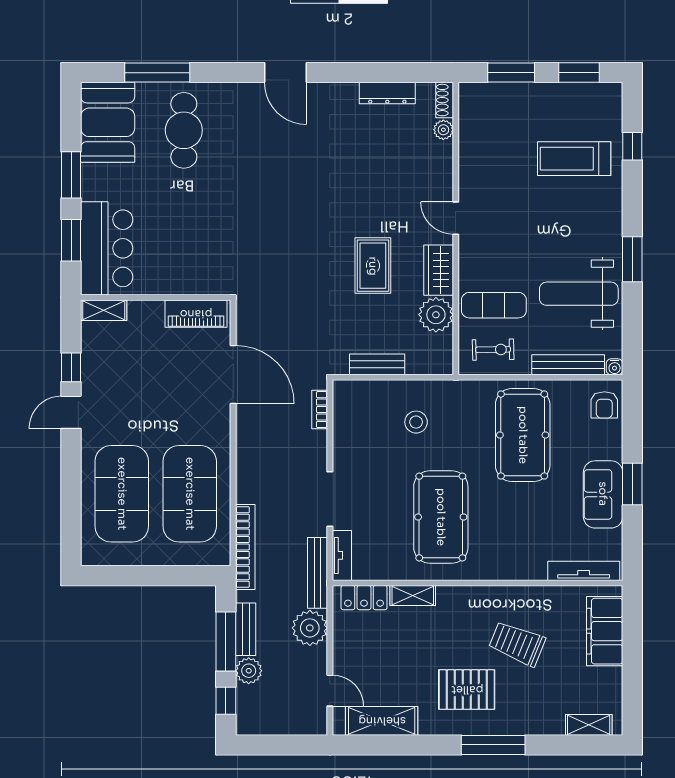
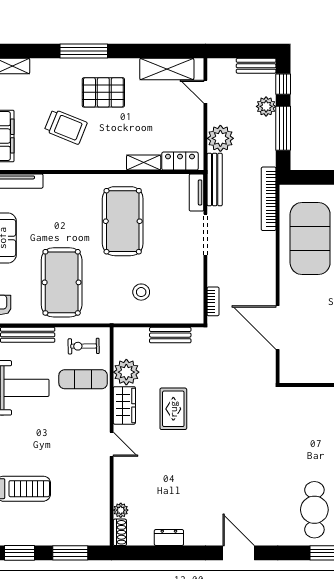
dresser: (387, 93) -> (169, 538), width x0.70
piano: (196, 314) -> (305, 373), removed
bench: (246, 629) -> (256, 66), moved, turned 90

